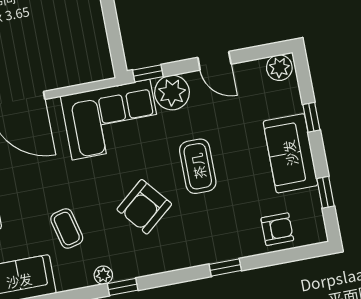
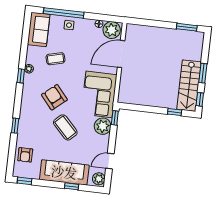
door: (214, 61) -> (110, 161), moved
sofa: (290, 153) -> (64, 172), width x1.36
coffee table: (198, 166) -> (65, 127), turned 46
window: (325, 192) -> (25, 181), moved

